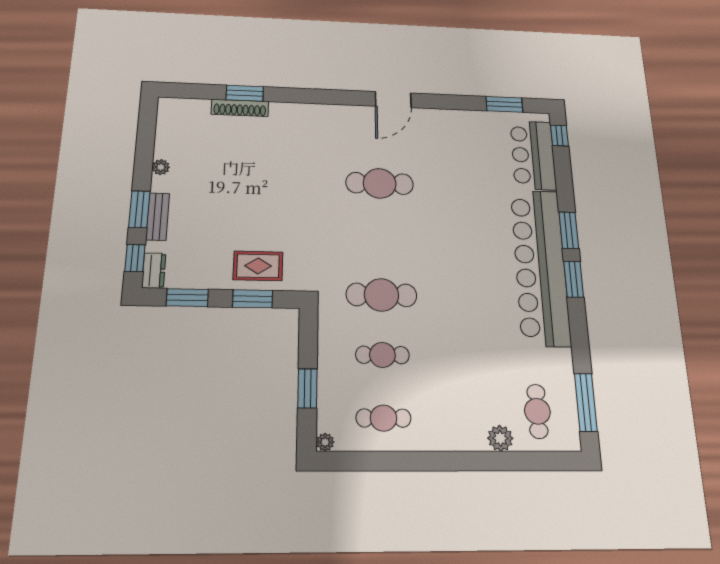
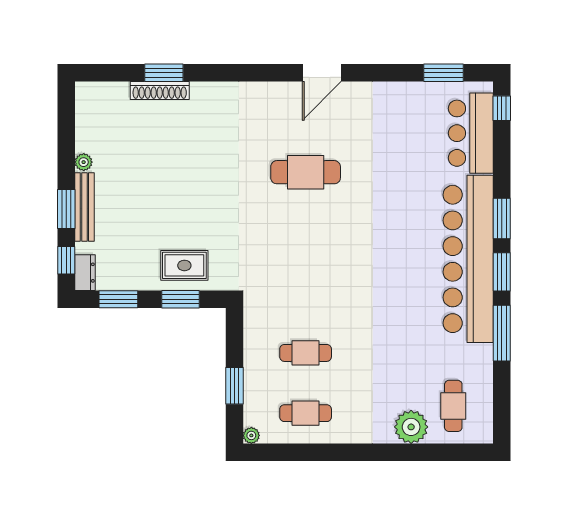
bench: (158, 217) -> (84, 207), width x1.36
cafe table: (381, 295) -> (306, 293), removed
window: (586, 402) -> (502, 333), moved
plant: (500, 438) -> (411, 427), width x1.36, depth x1.36

